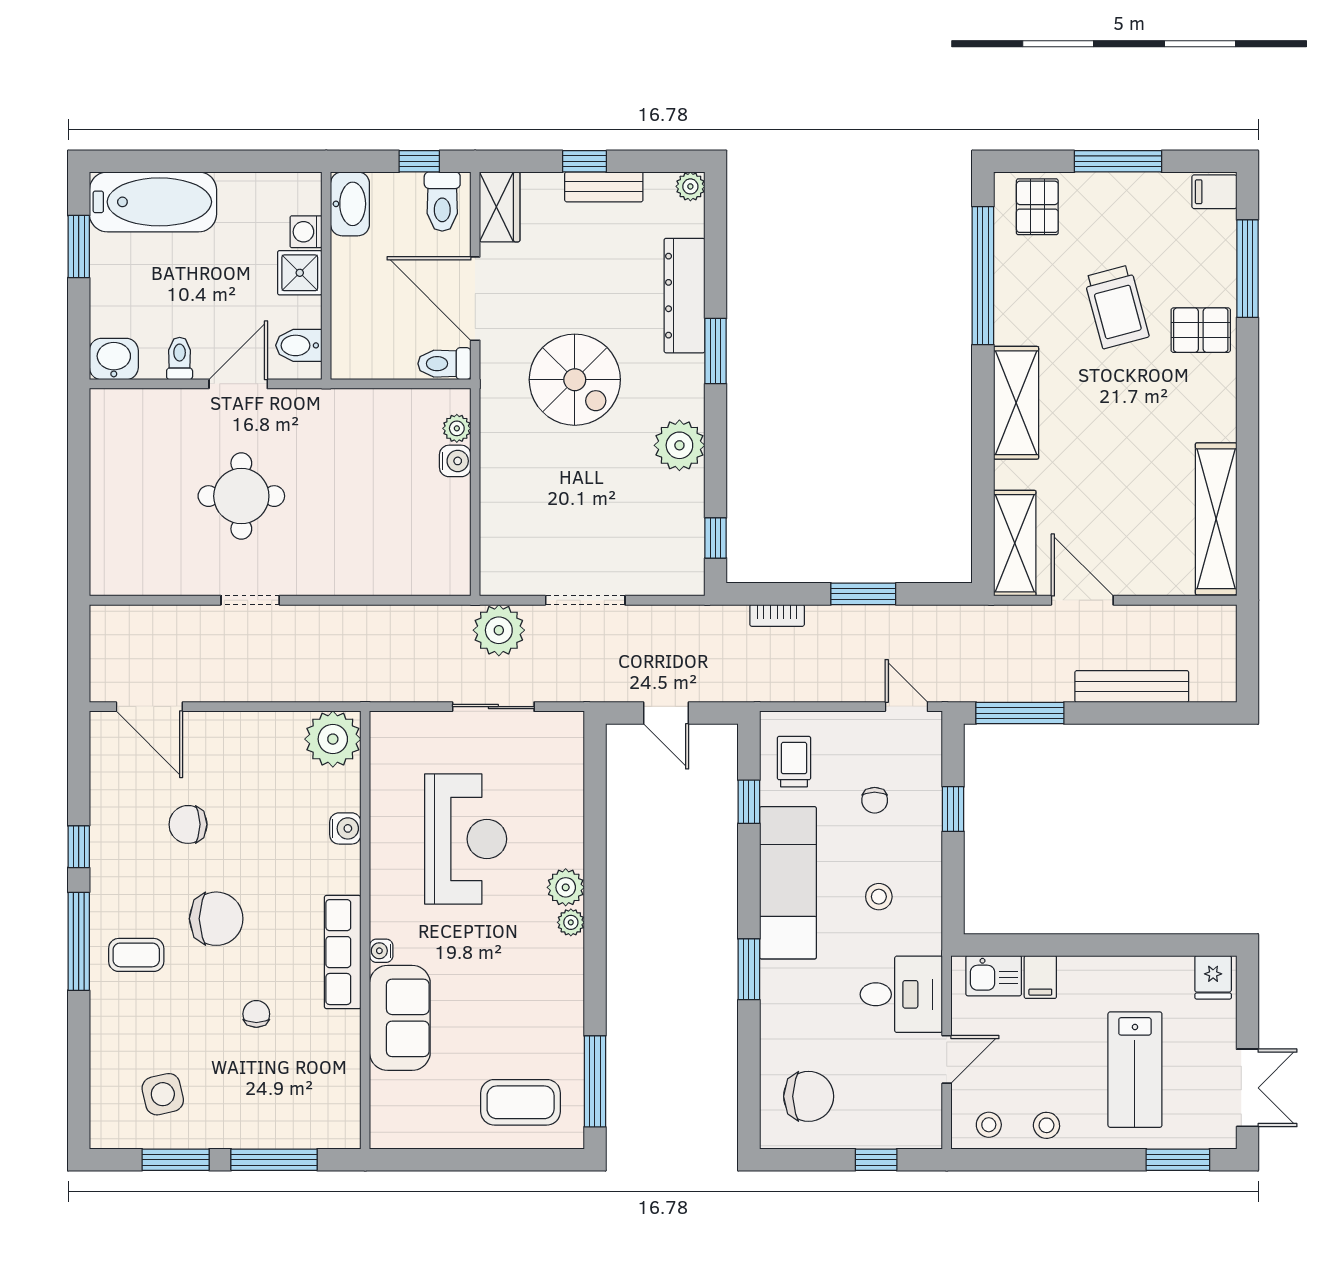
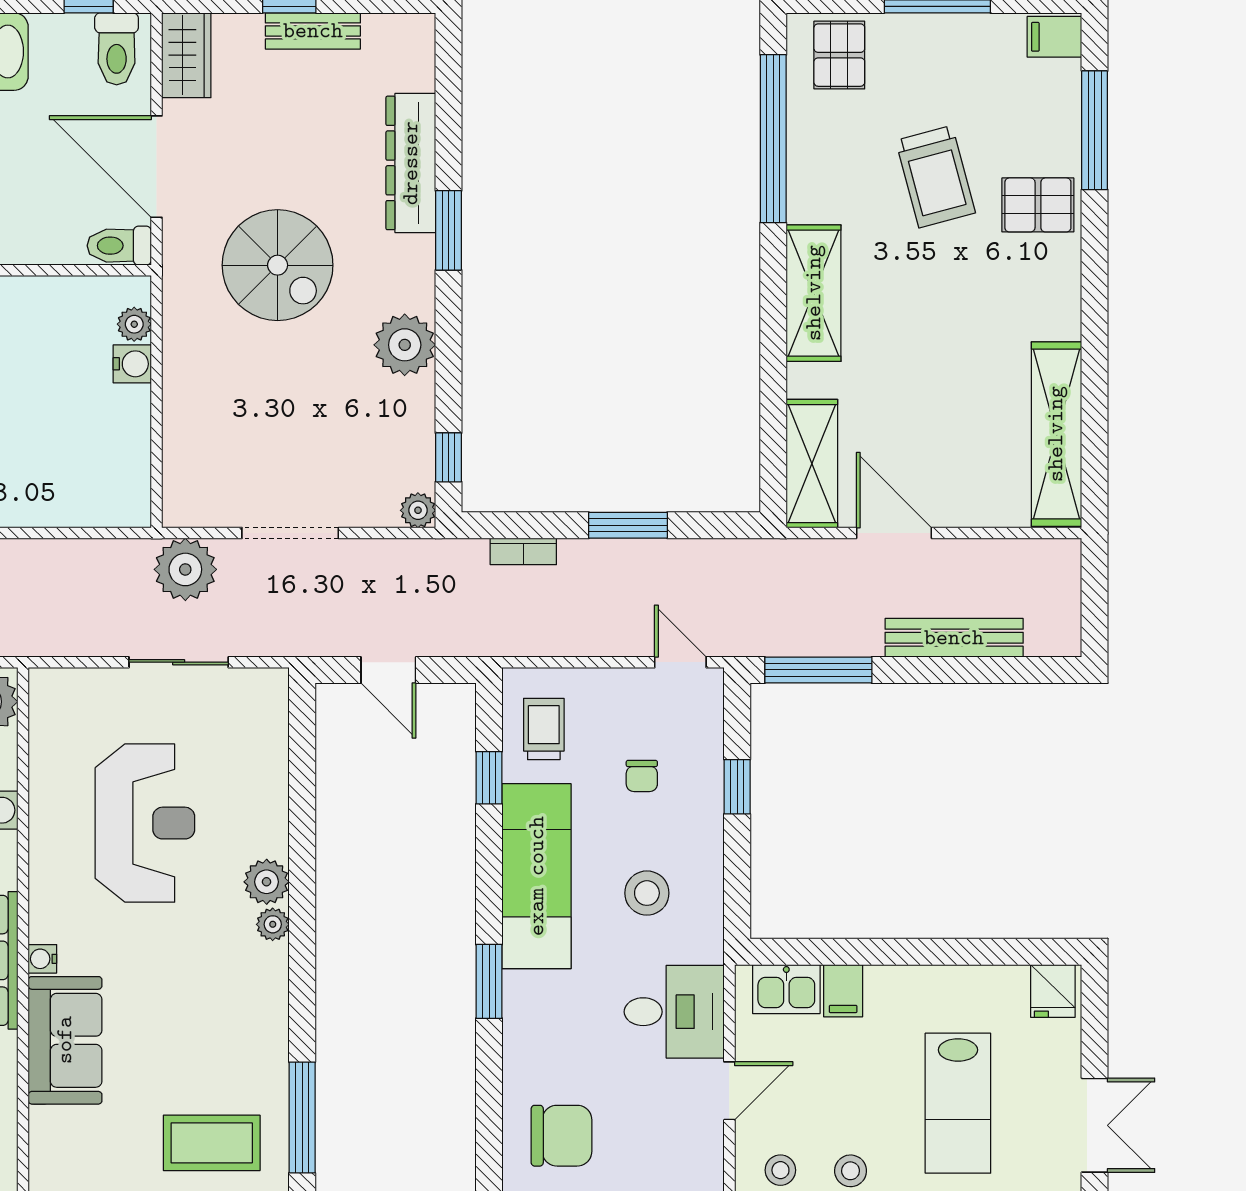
plant: (690, 186) -> (418, 510), moved
stool: (879, 897) -> (647, 893), width x1.37, depth x1.37

